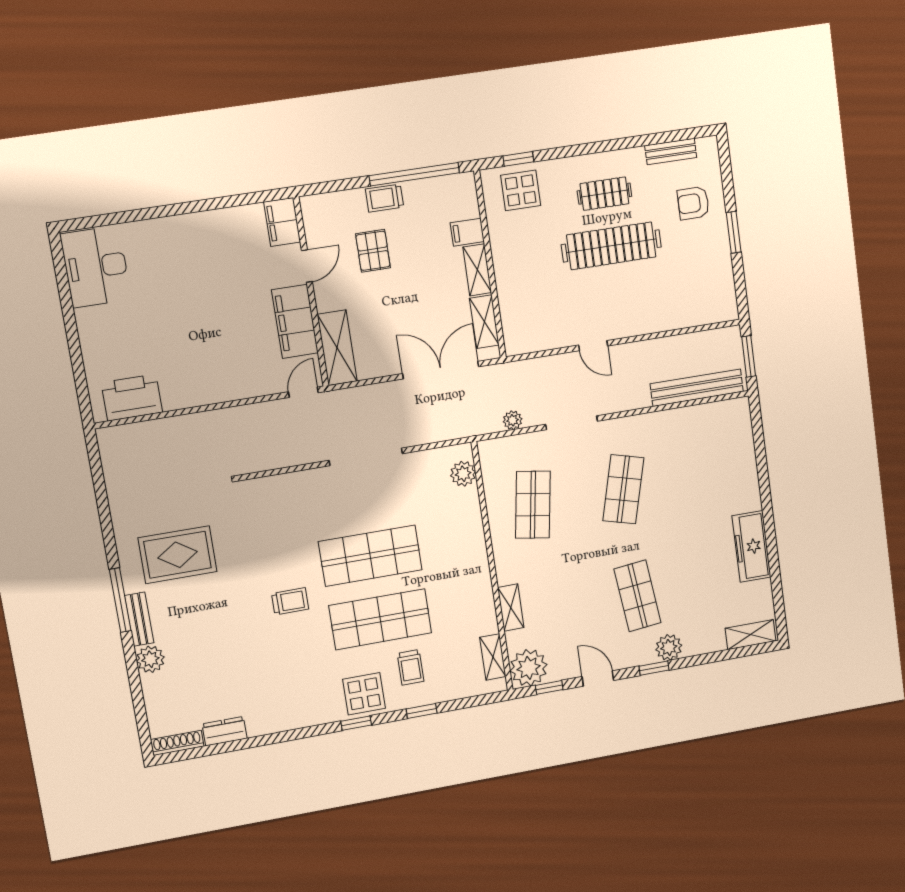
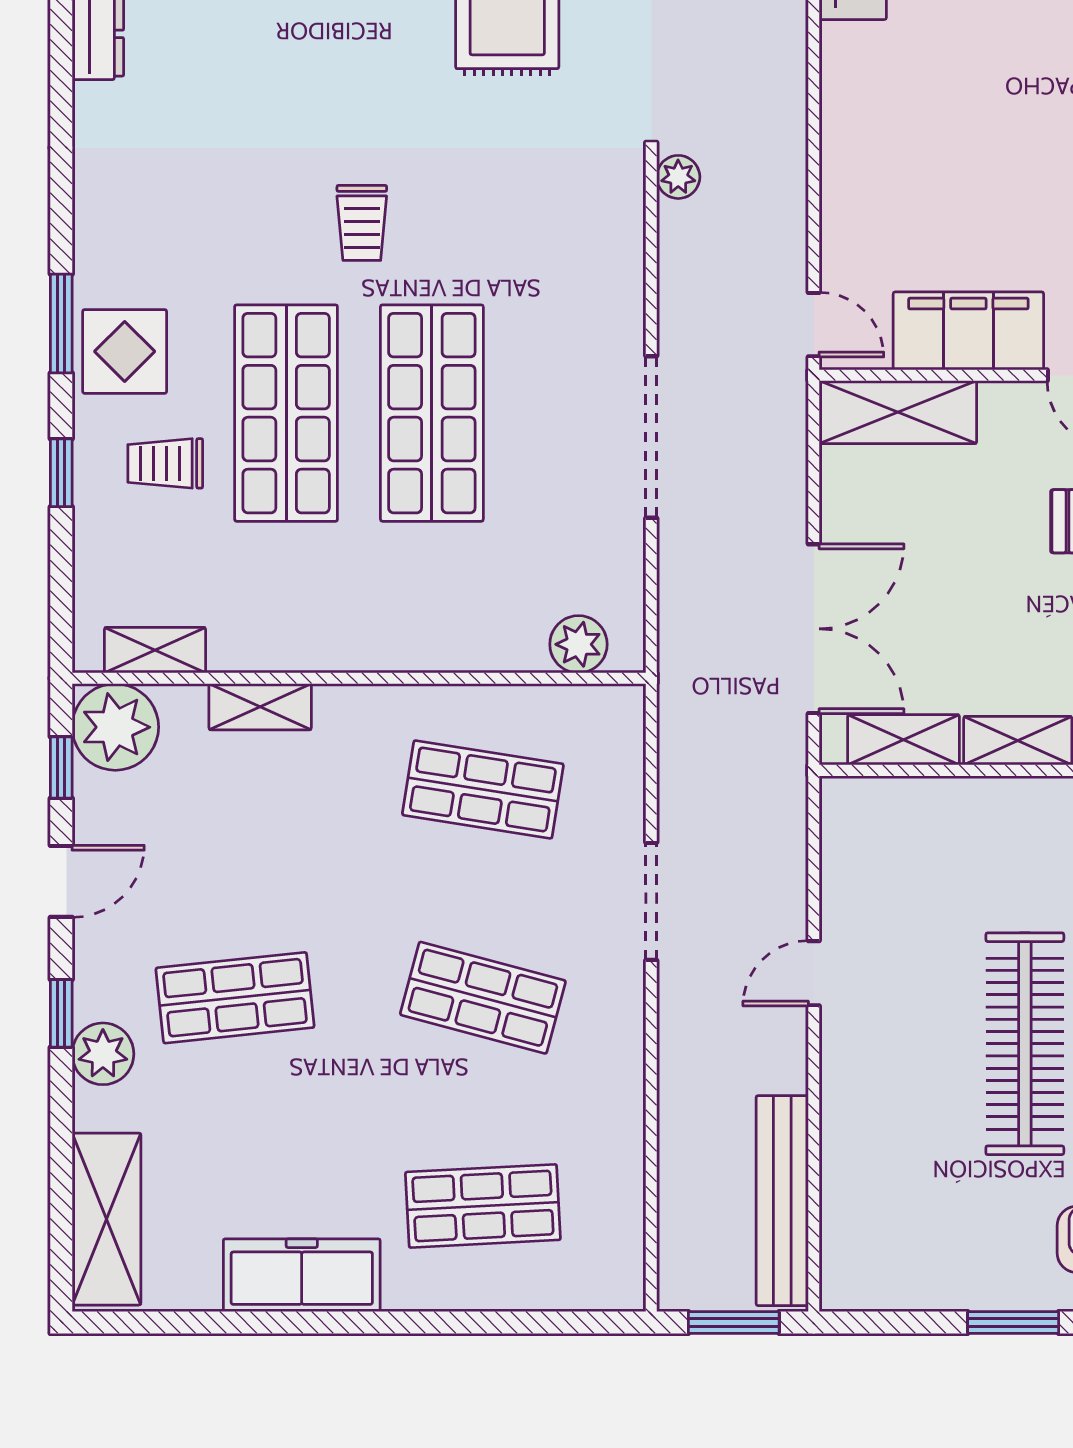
bench: (697, 388) -> (782, 1201), moved
plant: (513, 420) -> (678, 177), moved
shop shelf: (712, 474) -> (483, 1206), added
shelving: (751, 635) -> (106, 1219), width x1.50, depth x1.33
window: (356, 723) -> (61, 323), width x1.50

